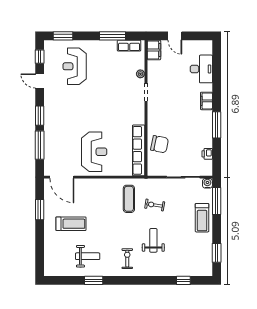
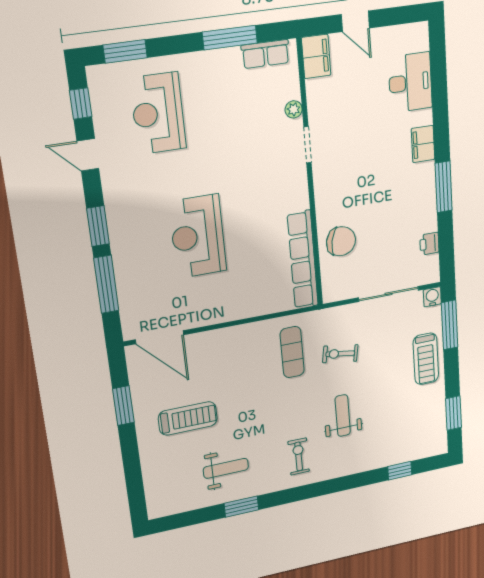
reception desk: (94, 152) -> (198, 236), moved, turned 180

